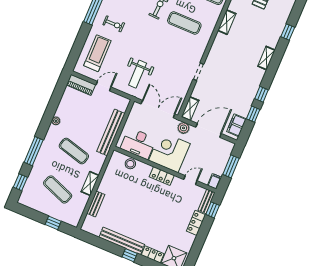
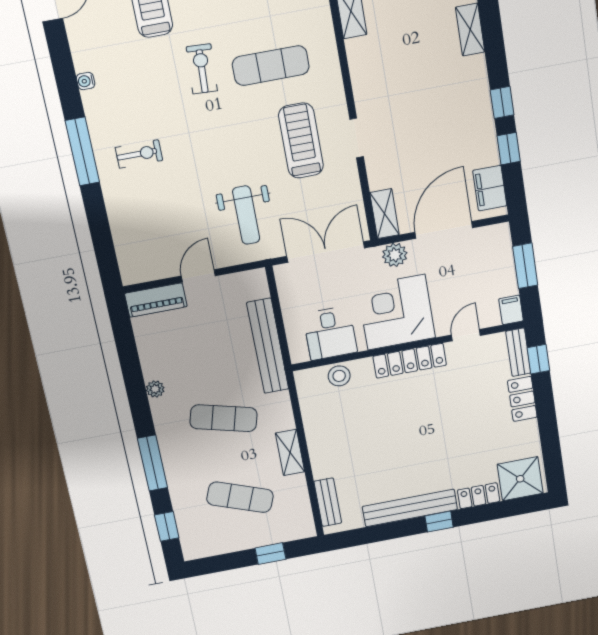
treadmill: (97, 53) -> (301, 141), moved
desk: (138, 143) -> (330, 333), width x0.73
locker: (162, 176) -> (410, 361), width x1.53
bench: (96, 204) -> (328, 502), moved

